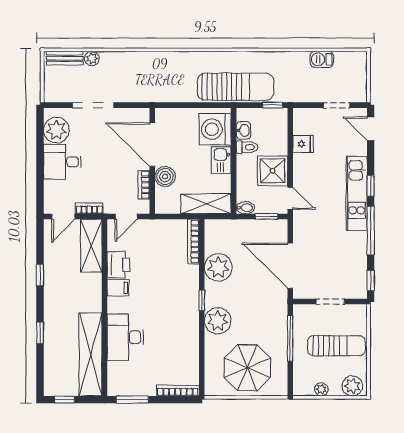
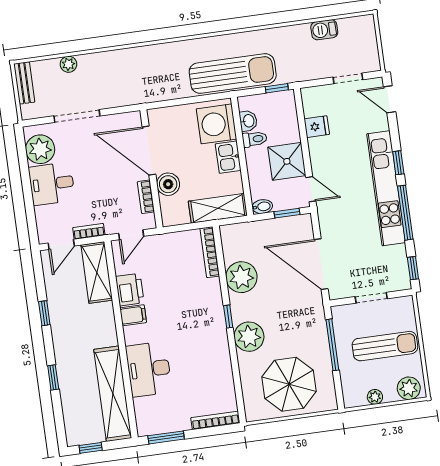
bench: (65, 58) -> (24, 83), moved, turned 90
kitchen unit: (357, 193) -> (386, 188), width x1.36

